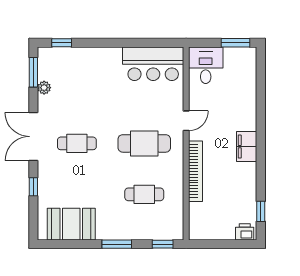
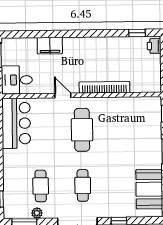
filing cabinet: (247, 147) -> (50, 46), moved
cafe table: (144, 194) -> (41, 186), moved

